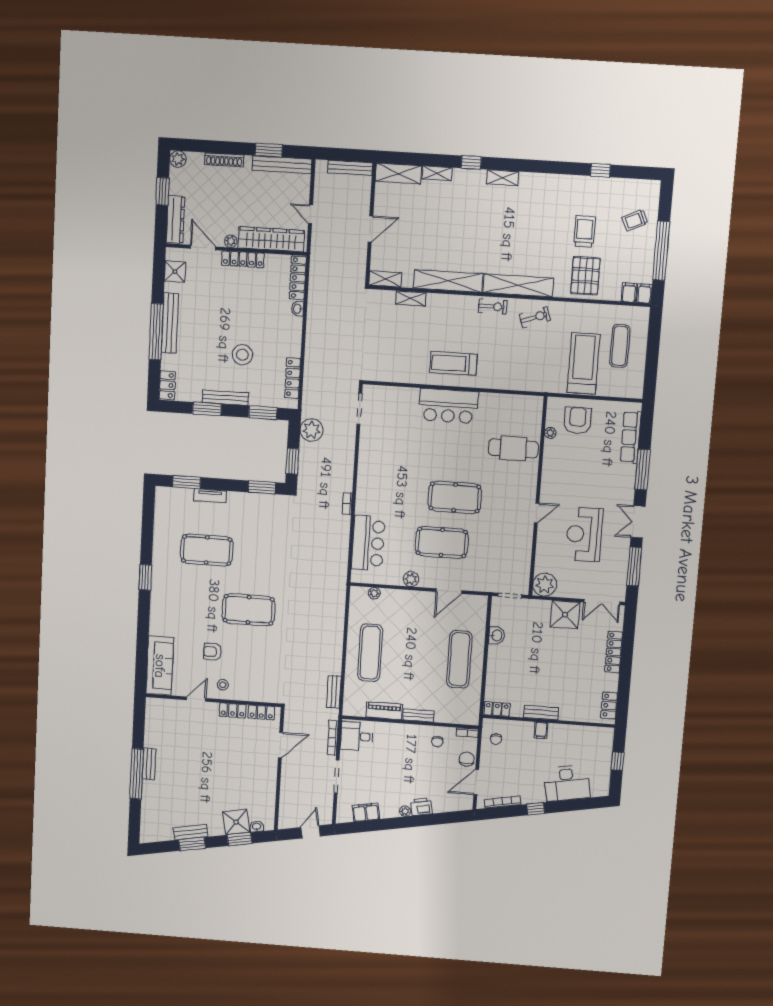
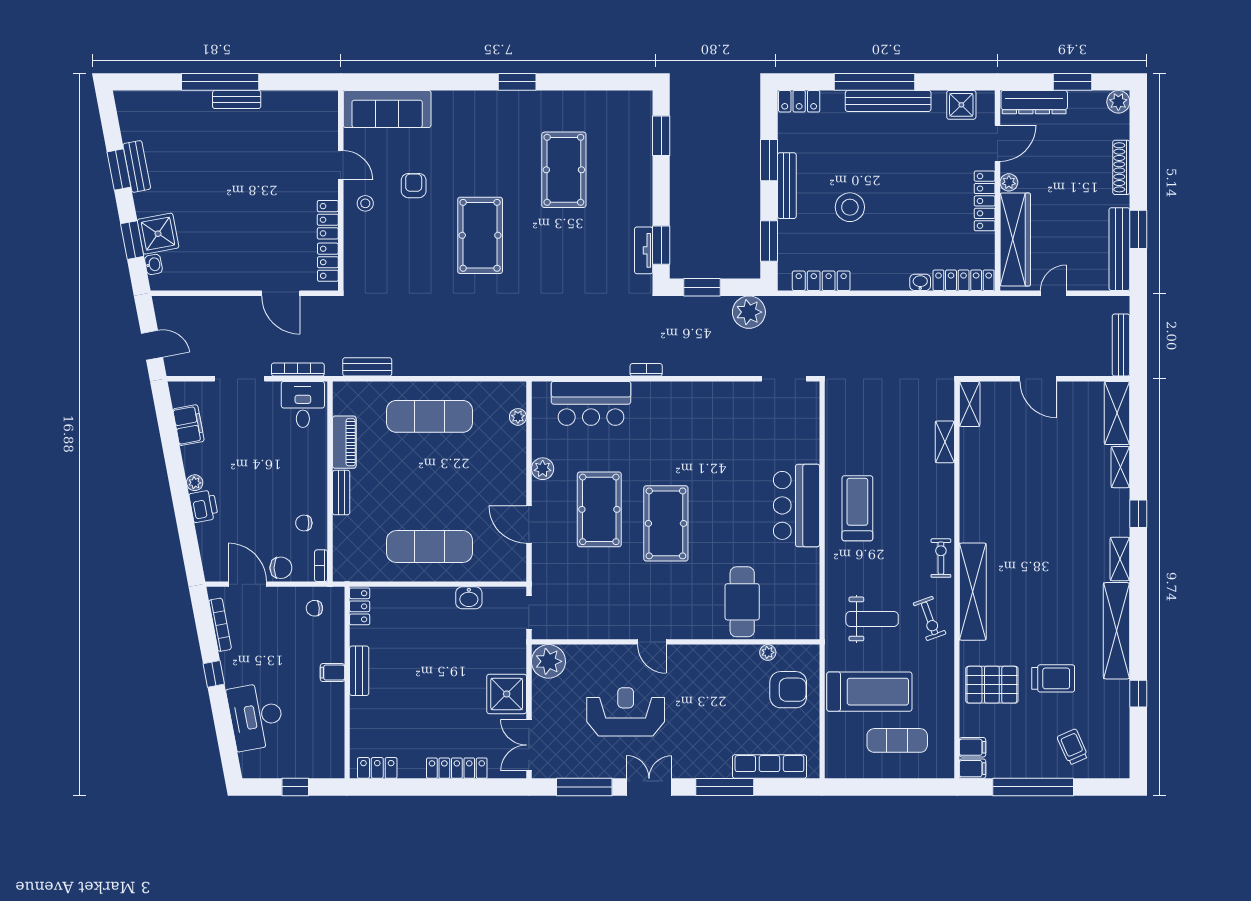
shelving: (448, 281) -> (1117, 631), moved
exercise bike: (493, 306) -> (941, 558), turned 180
weight bench: (532, 358) -> (872, 619), added
tv unit: (210, 496) -> (644, 250), moved

